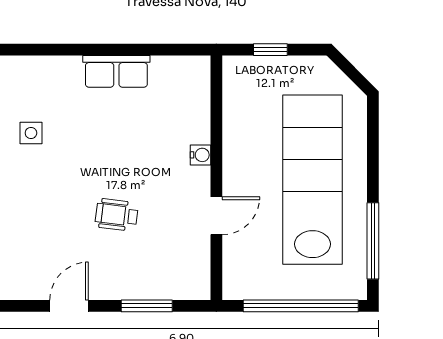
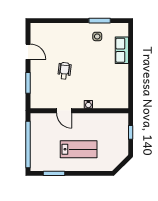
row of seats: (116, 71) -> (122, 50), moved
lab bench: (313, 180) -> (79, 149), width x0.54, depth x0.72
window: (373, 241) -> (54, 173), width x0.69

